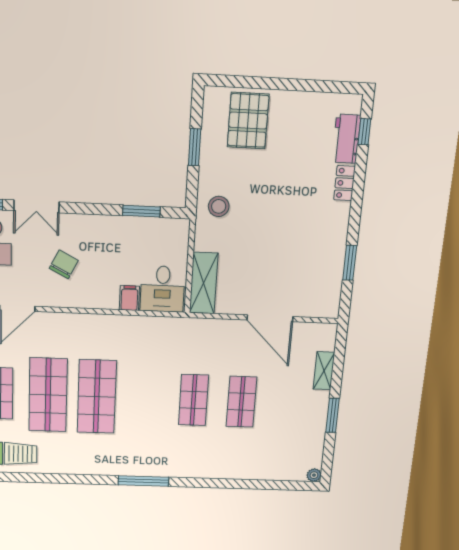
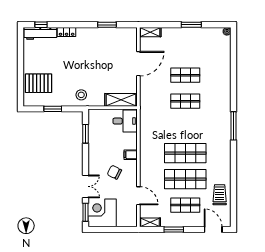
workbench: (346, 139) -> (40, 33), width x1.38
filing cabinet: (129, 298) -> (131, 155), moved
shelving: (324, 371) -> (150, 32), moved

